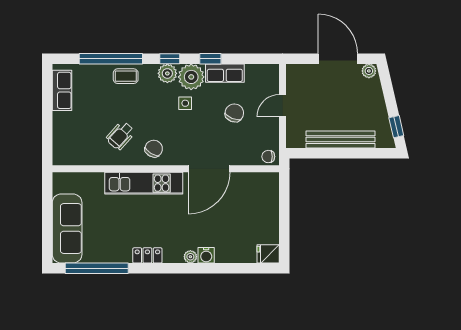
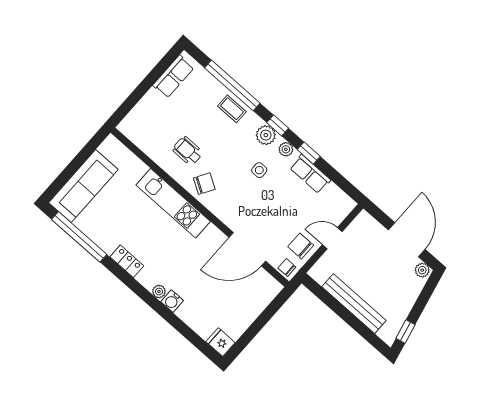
plant: (191, 77) -> (286, 149), width x0.53, depth x0.53
chair: (234, 113) -> (301, 246), moved, turned -112
wheelchair: (120, 136) -> (188, 151), turned 48
door: (209, 169) -> (247, 249), moved

